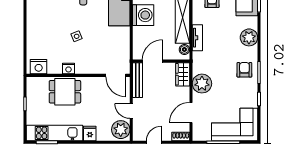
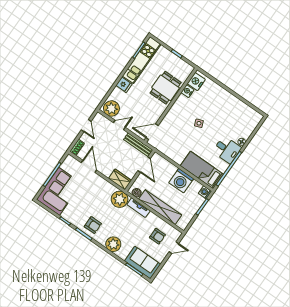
nightstand: (69, 69) -> (187, 91), moved
plant: (202, 84) -> (120, 199), moved

